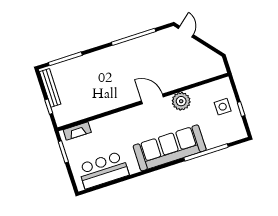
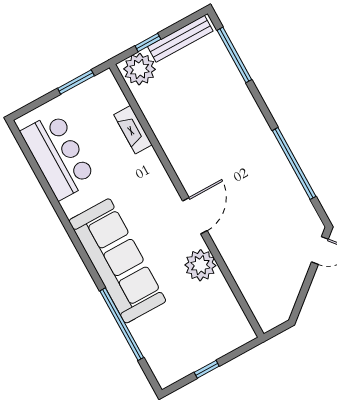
side table: (223, 107) -> (205, 337), removed
plant: (63, 114) -> (140, 69), added
fireplace: (77, 131) -> (133, 130), moved

